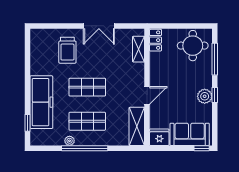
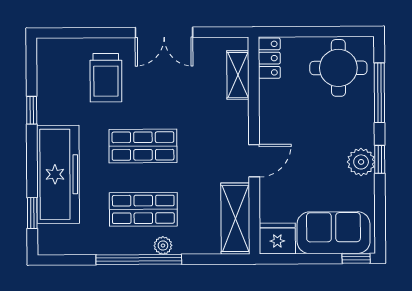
window: (27, 68) -> (32, 110), added
plant: (70, 141) -> (163, 245), moved

